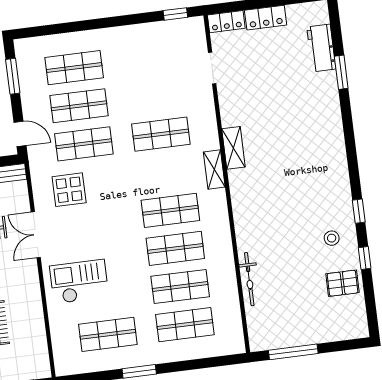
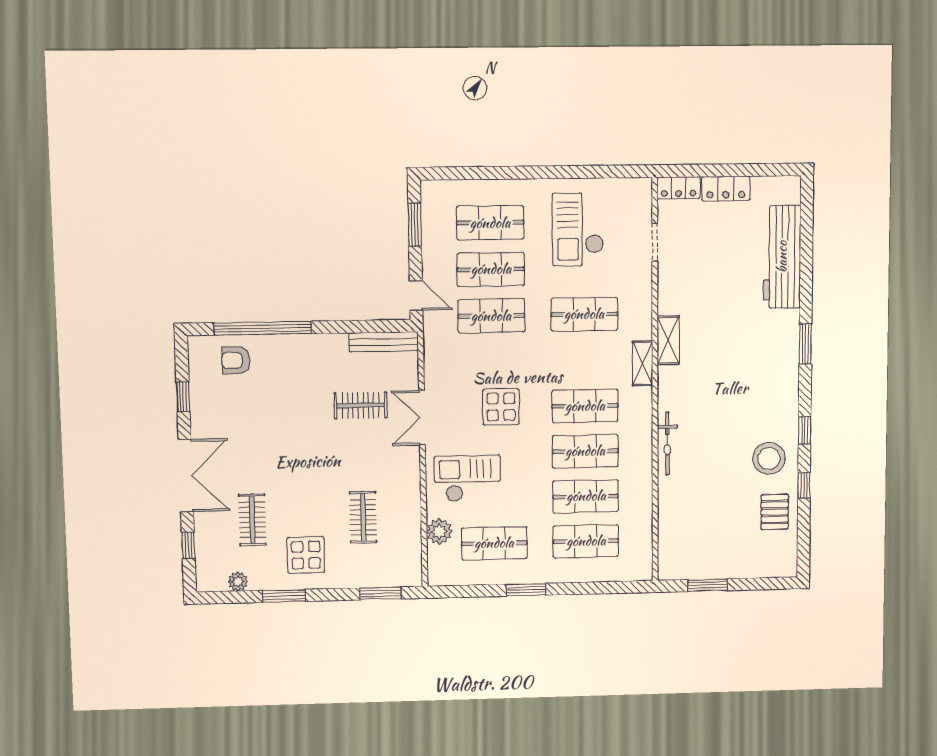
window: (175, 14) -> (619, 171), removed
workbench: (321, 48) -> (782, 257), width x1.88, depth x1.32
checkout: (147, 65) -> (578, 229), added
window: (341, 72) -> (805, 344), moved
display table: (69, 190) -> (501, 407), moved
stool: (332, 238) -> (769, 458), width x1.89, depth x1.89
bicycle: (249, 279) -> (667, 443), moved
pallet: (343, 283) -> (775, 512), turned 90
plant: (61, 329) -> (439, 532), added
window: (293, 352) -> (707, 585), width x0.69

